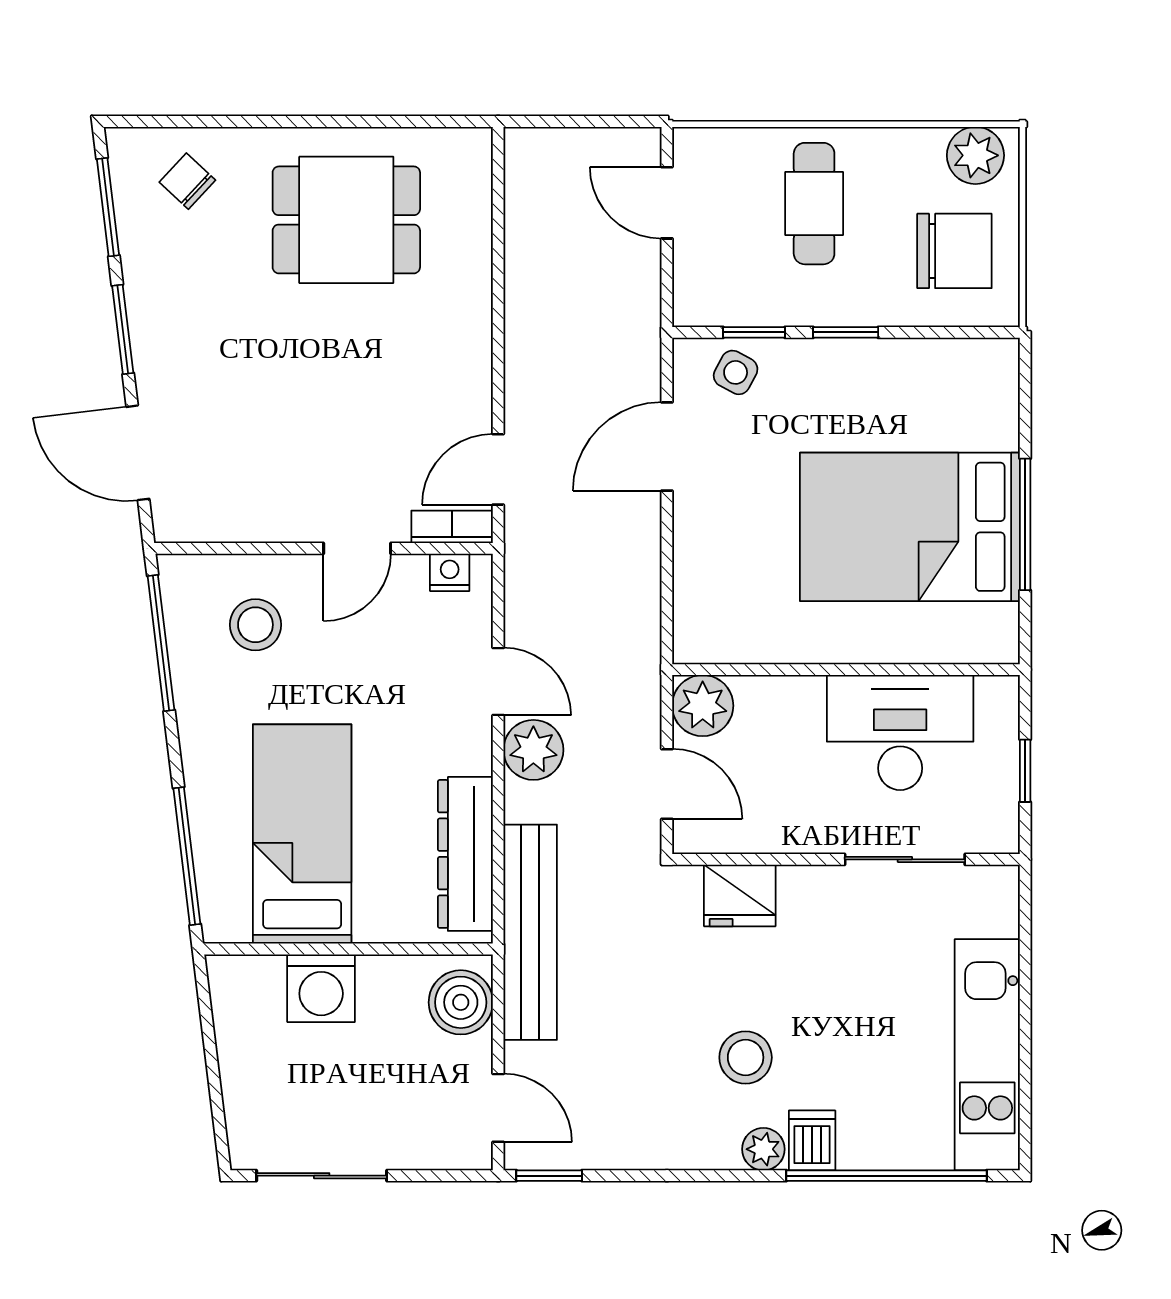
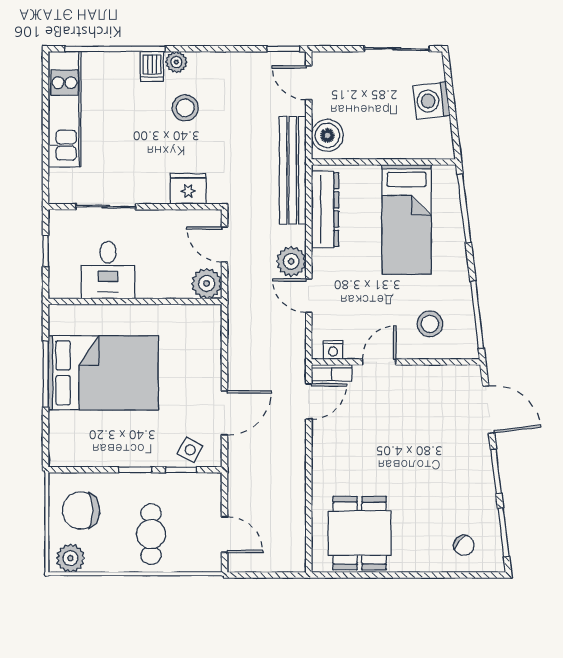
dining table: (346, 220) -> (360, 533), moved, turned 90
desk: (900, 732) -> (108, 270), width x0.73
washing machine: (321, 988) -> (431, 101), moved, turned -97

